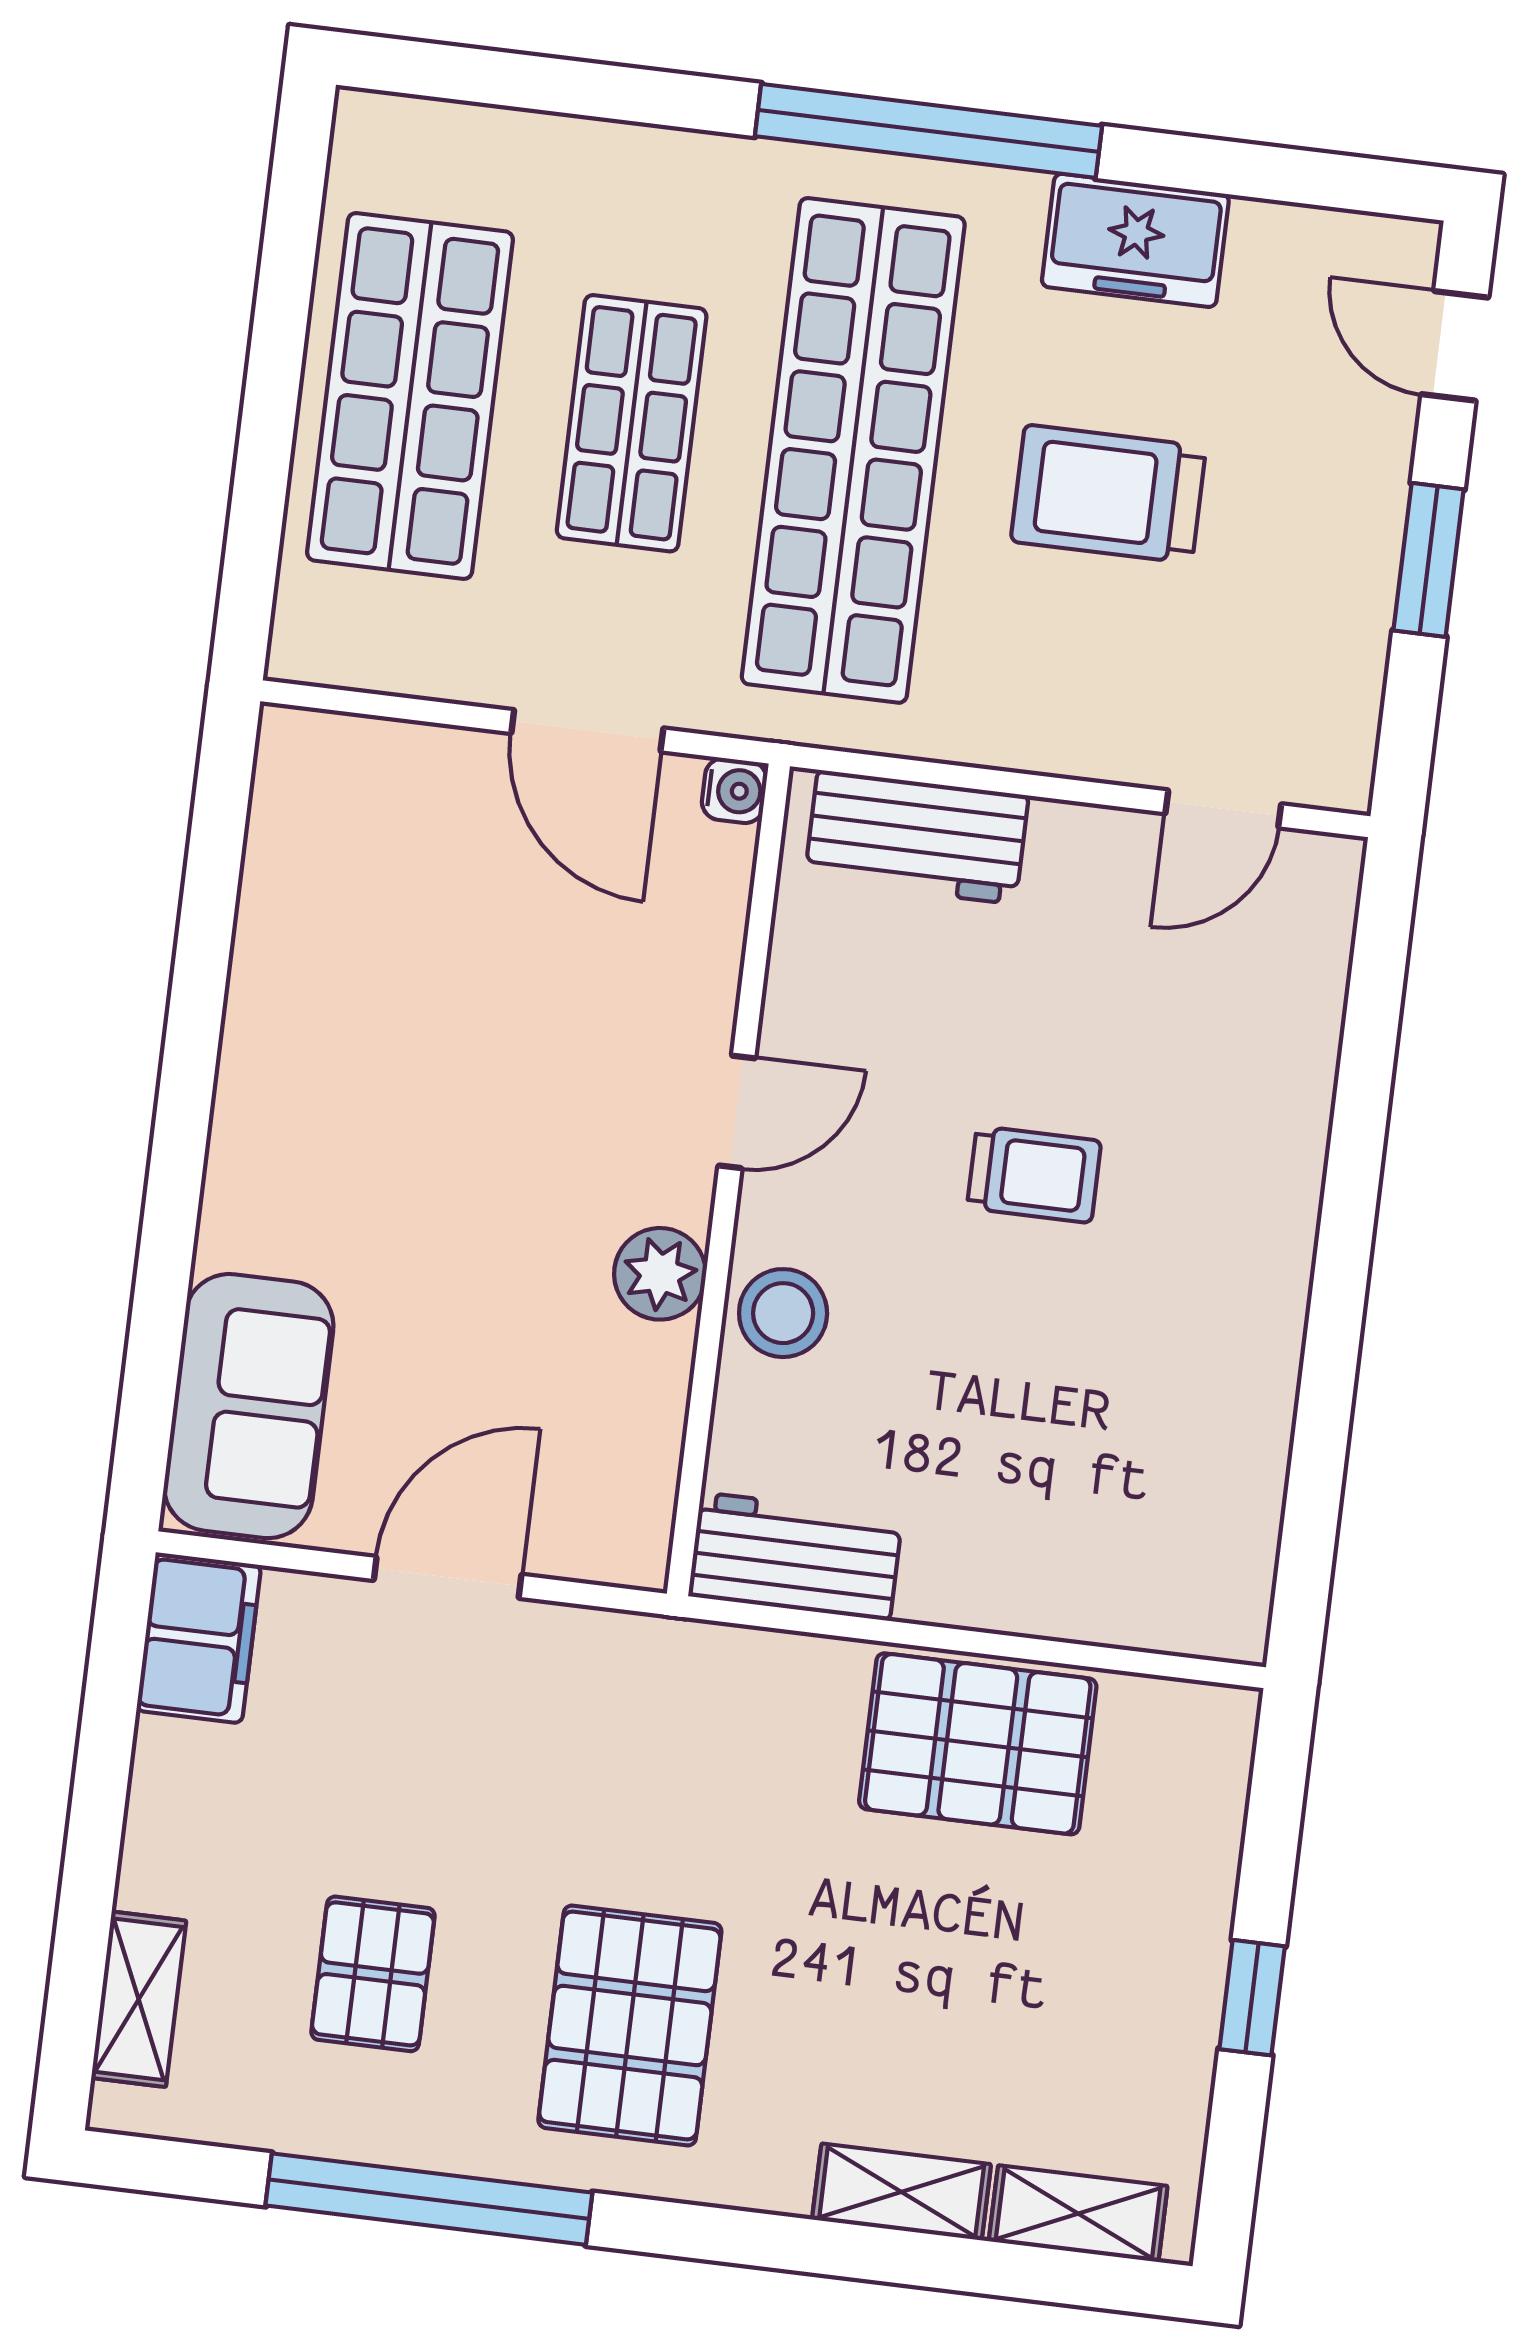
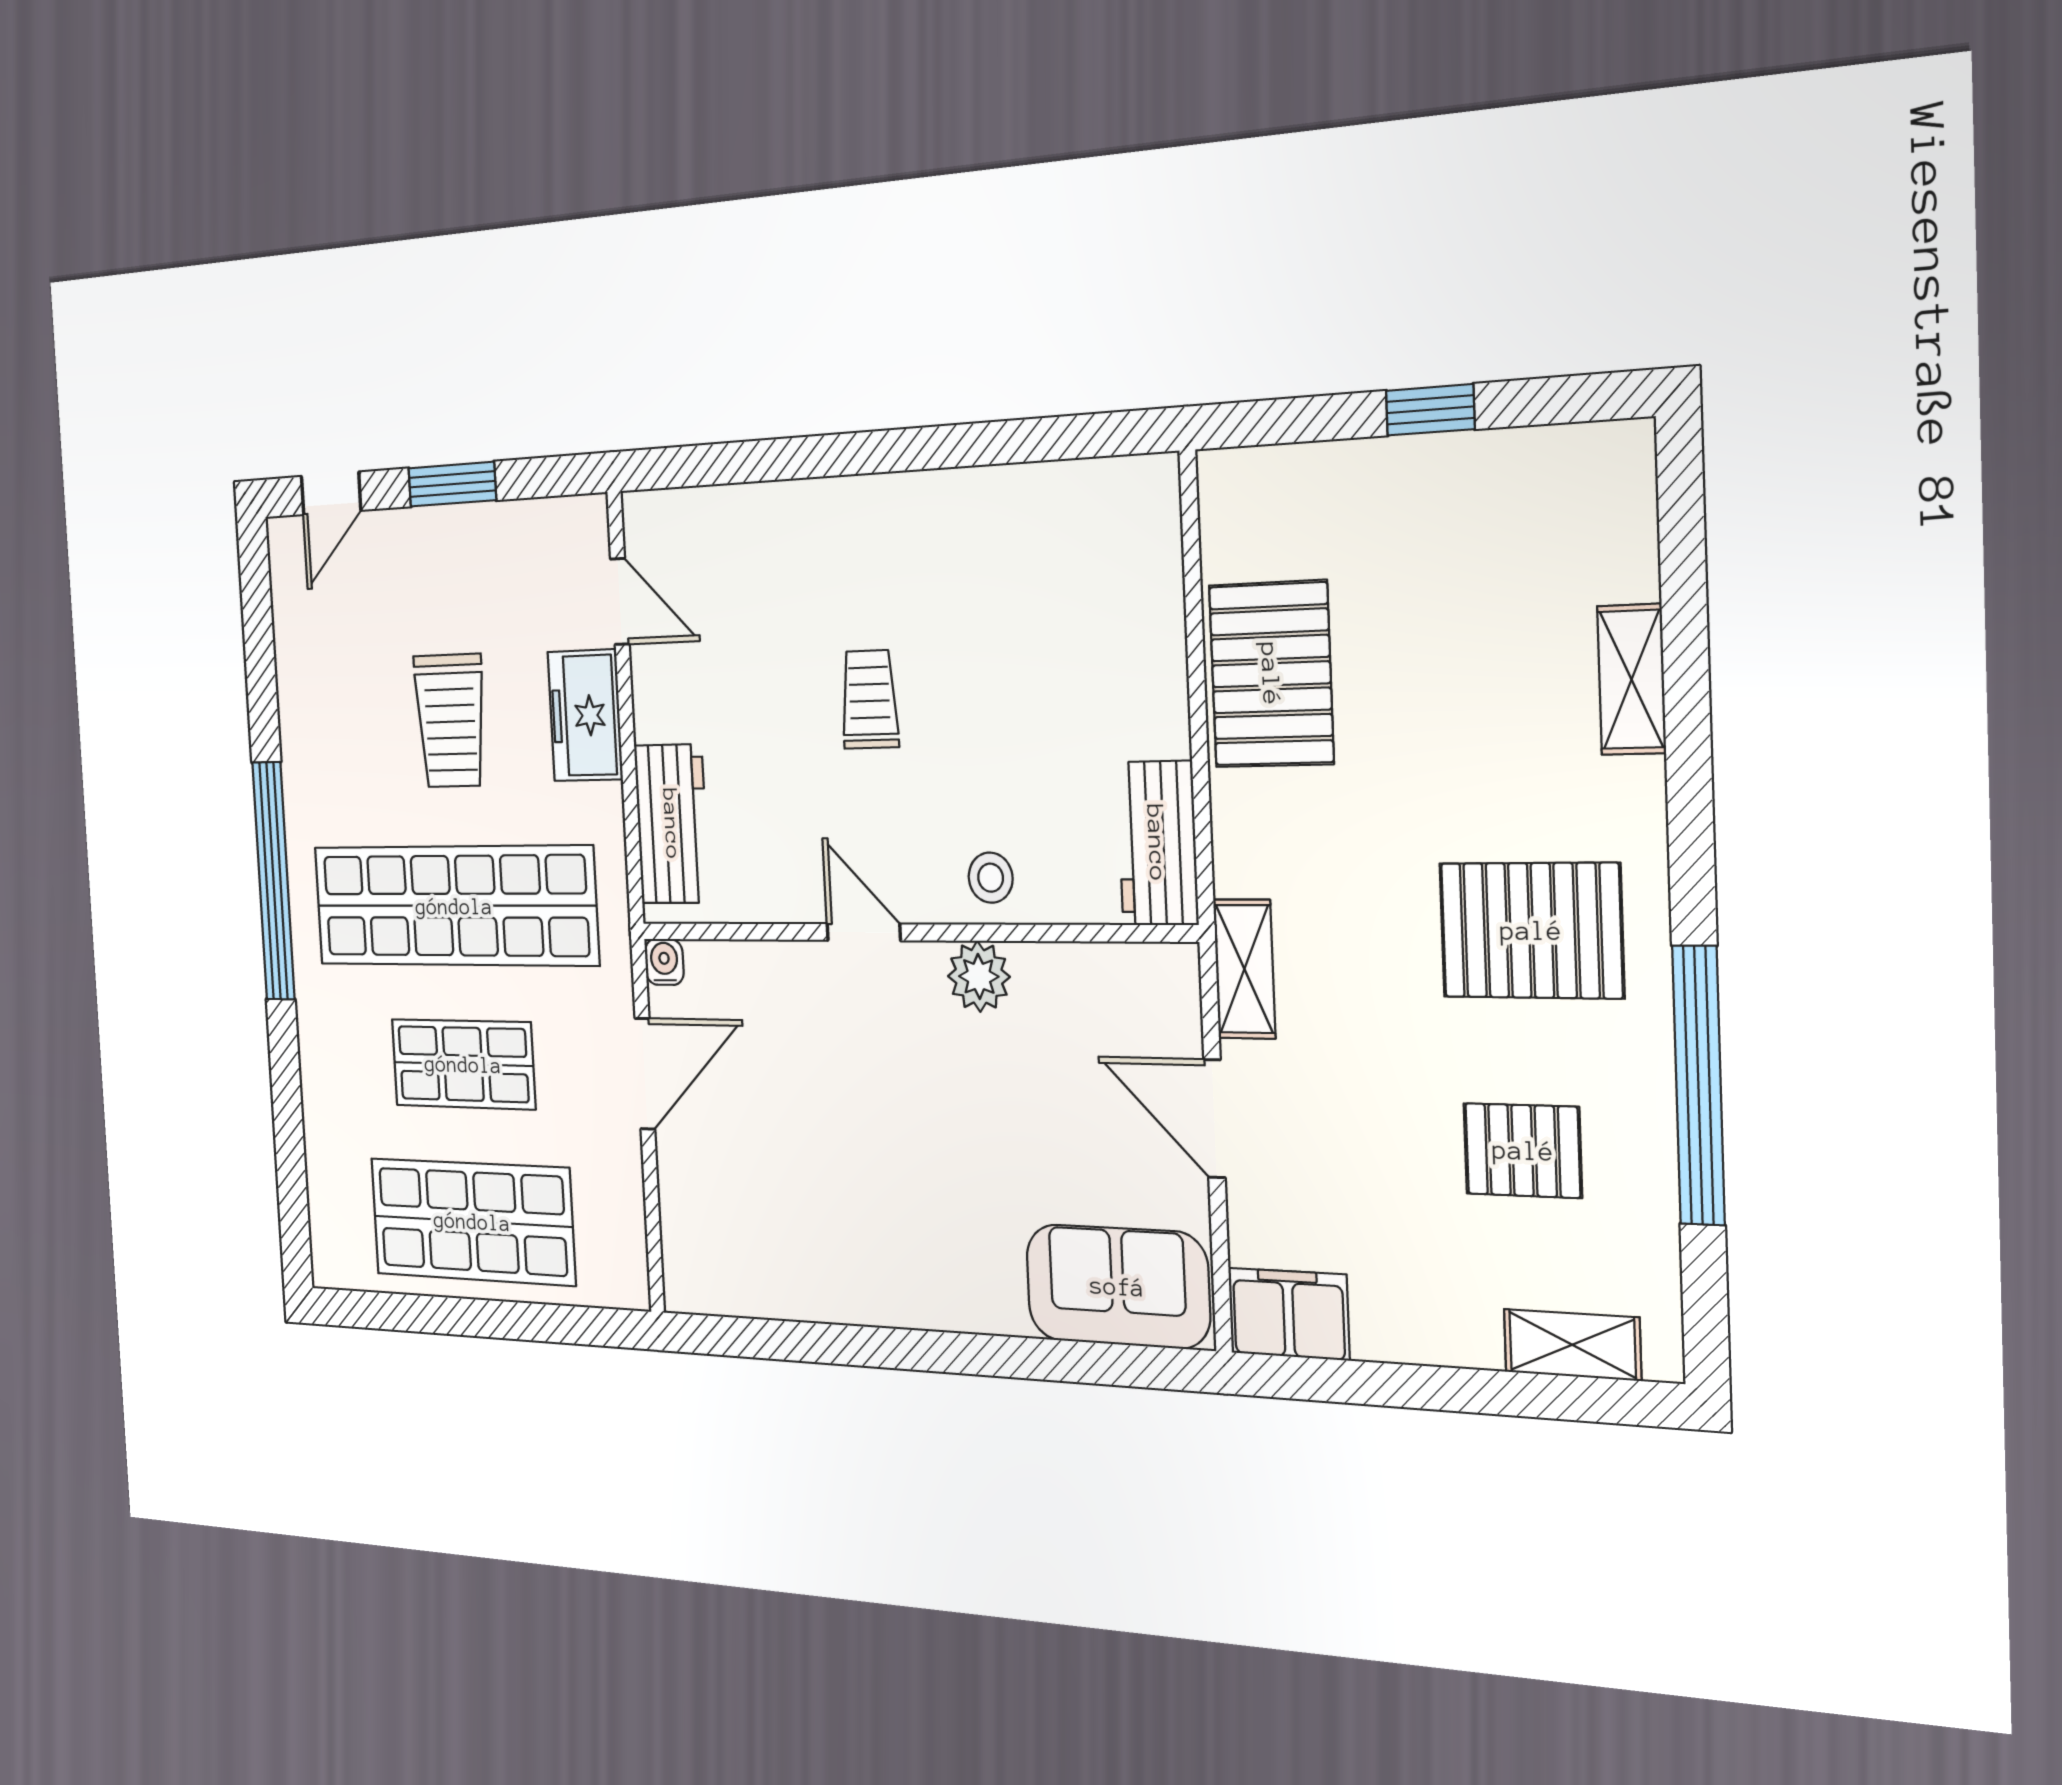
freezer: (1135, 240) -> (585, 715), moved, turned 180
stool: (783, 1313) -> (991, 878), width x0.73, depth x0.73
shelving: (1078, 2214) -> (1244, 969), moved

